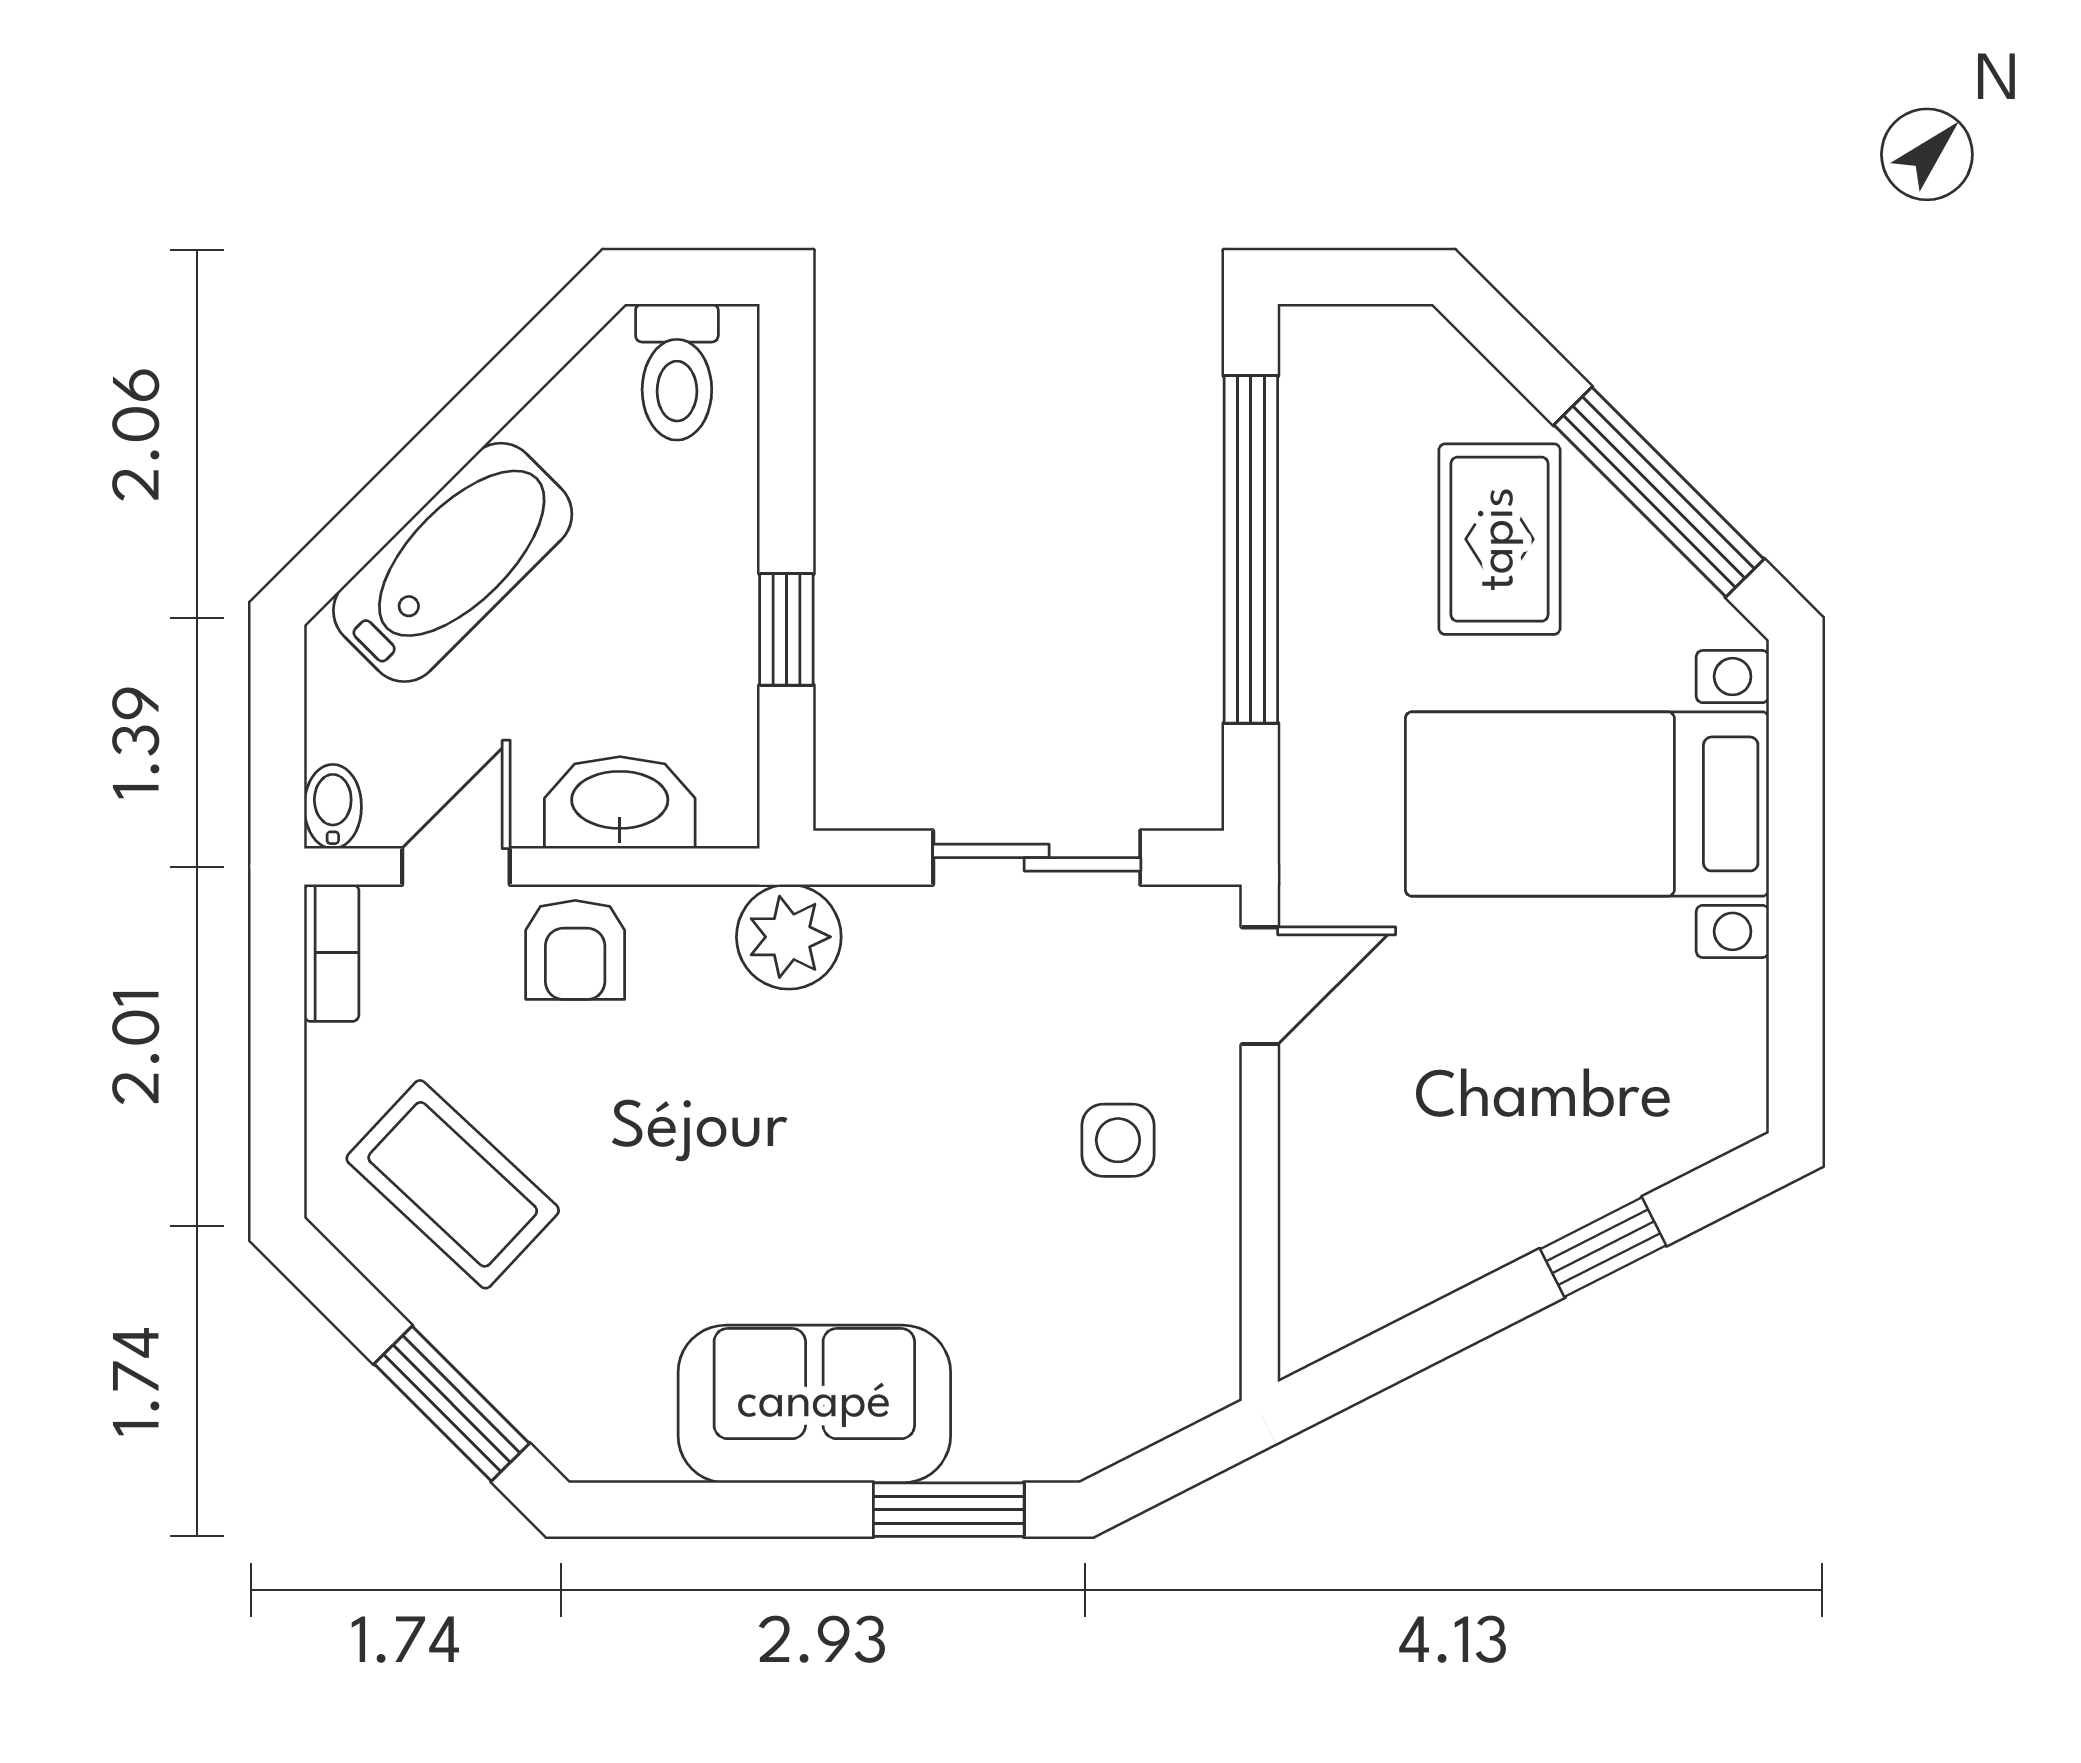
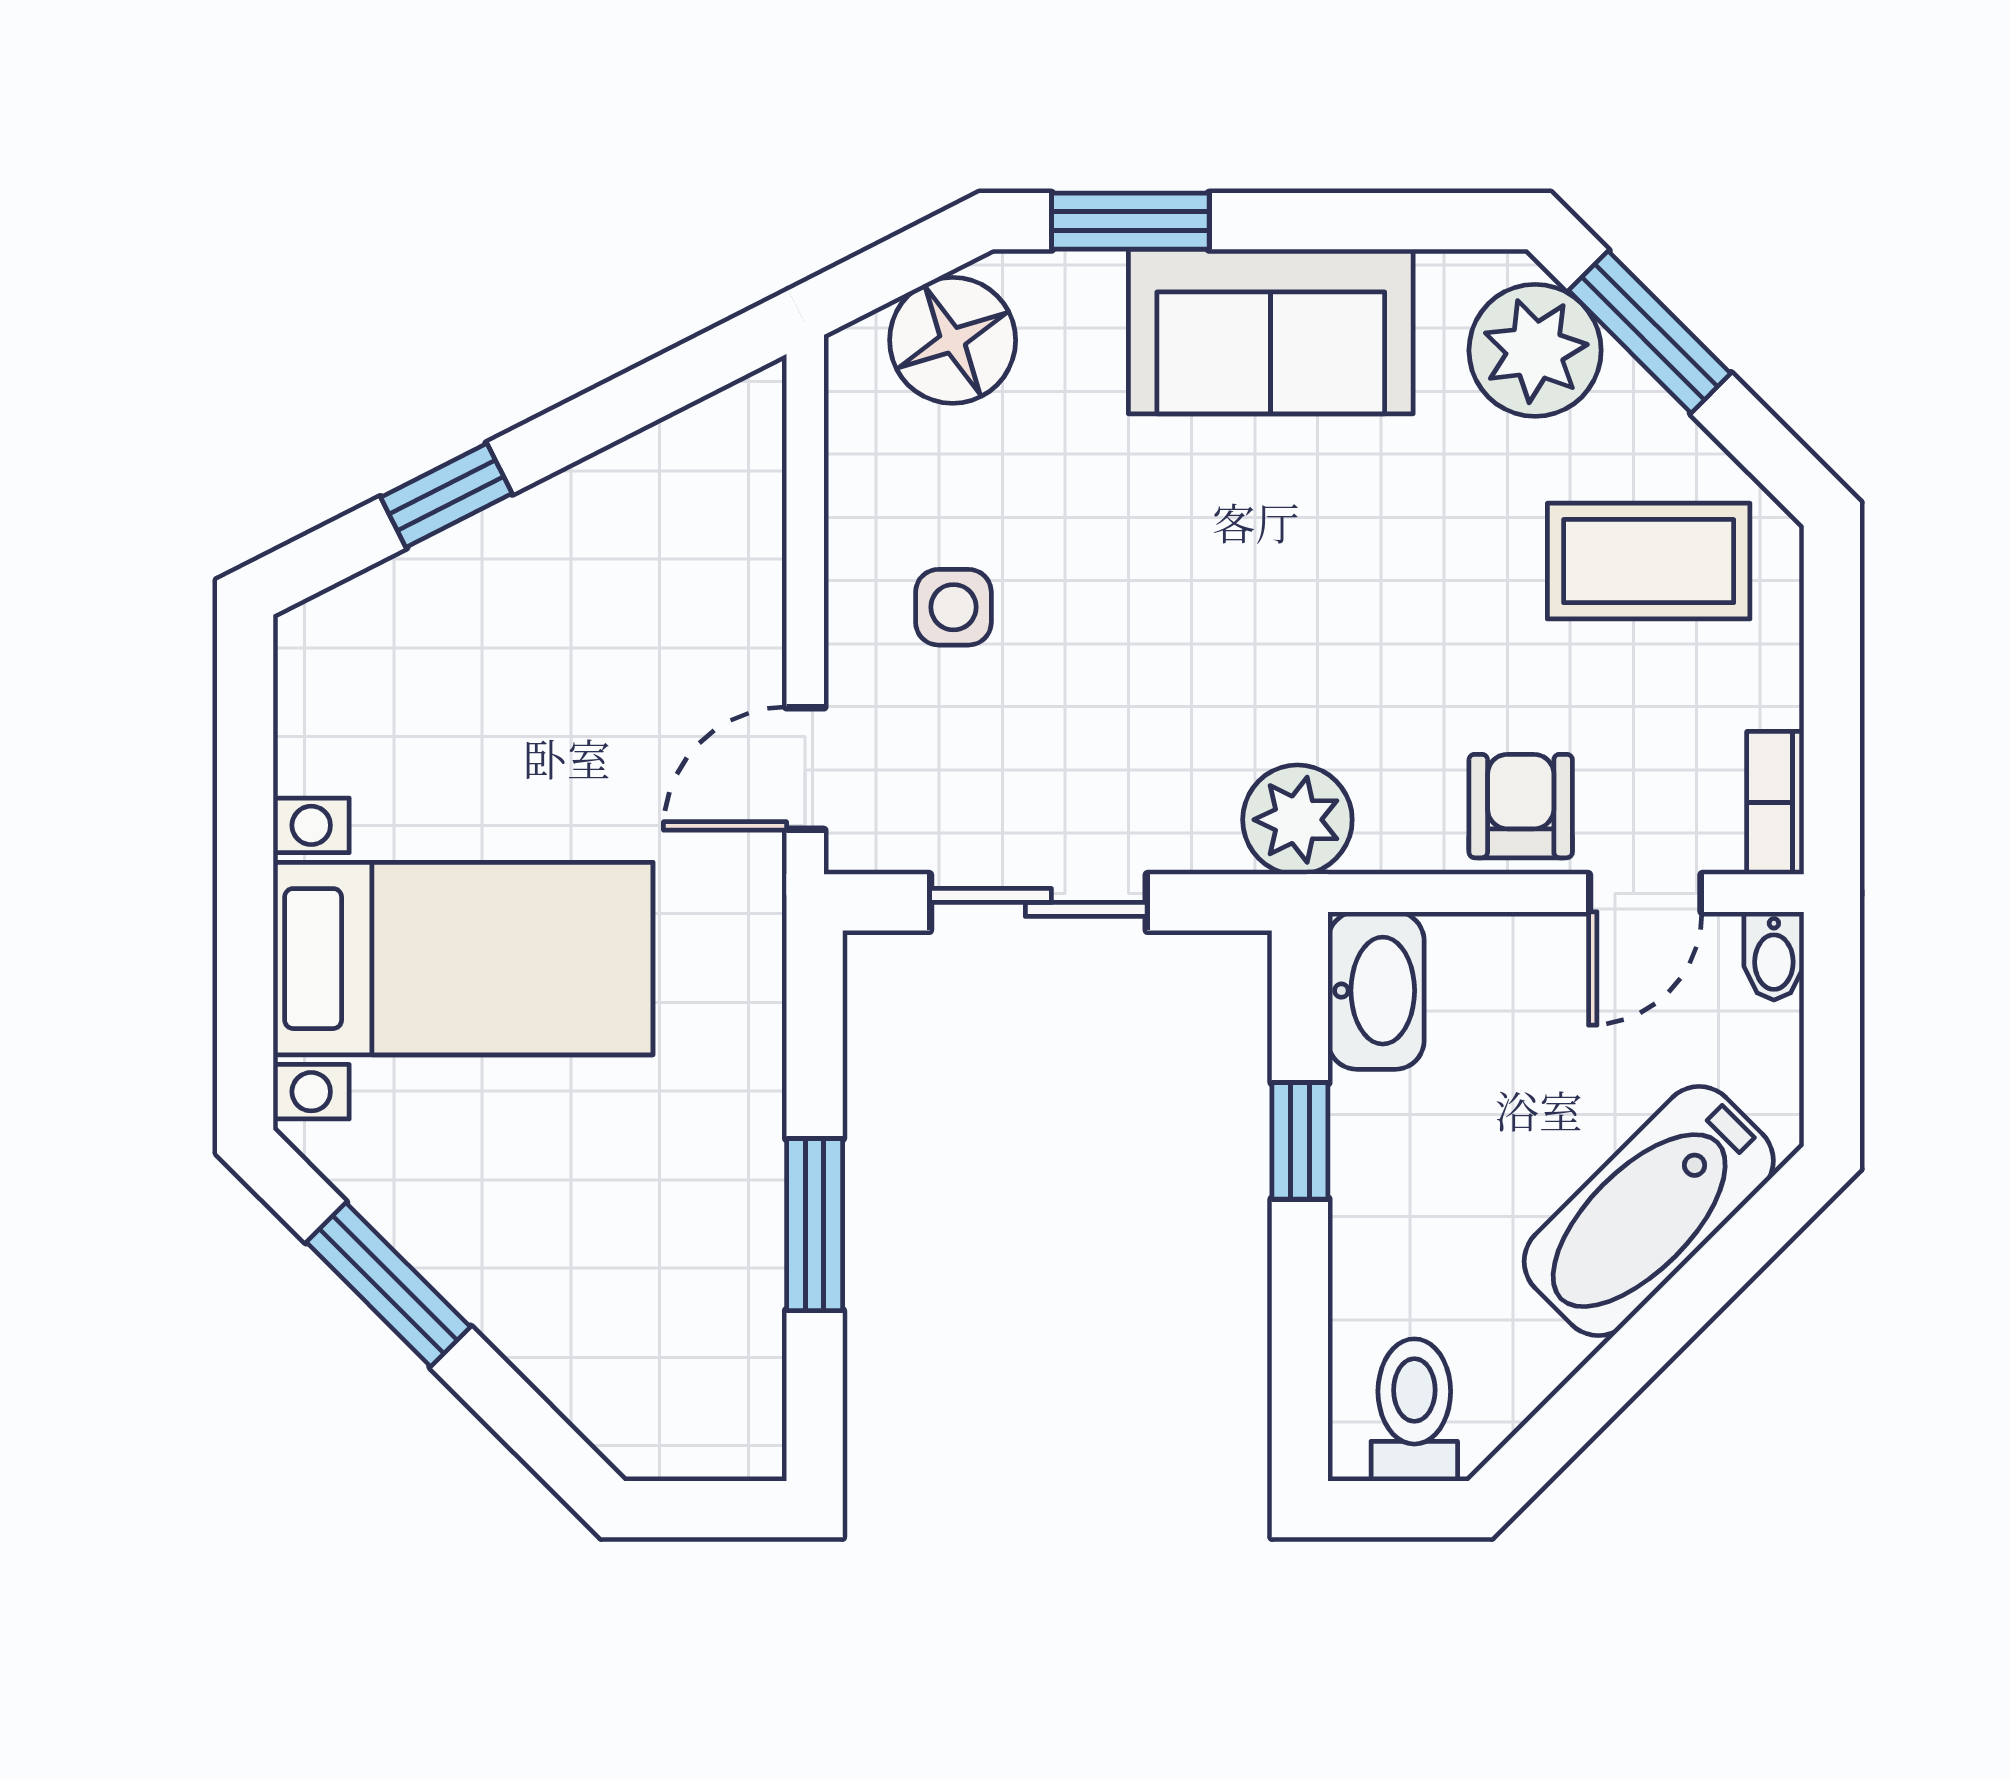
window: (1659, 492) -> (388, 1285), width x0.69
rug: (1500, 539) -> (555, 1235), removed
window: (1251, 549) -> (815, 1225), width x0.47
washbasin: (620, 803) -> (1376, 991), moved, turned -90
coffee table: (453, 1184) -> (1649, 561), turned -43
plant: (561, 1386) -> (1535, 350), added
floor lamp: (1119, 1396) -> (953, 340), added

